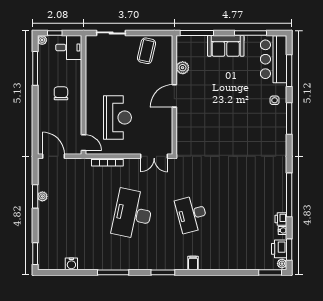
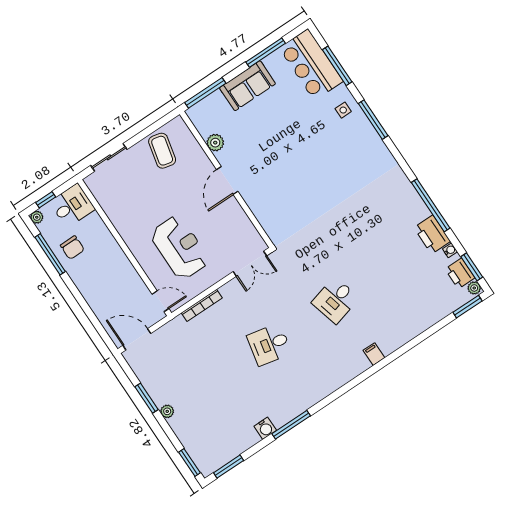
chair: (61, 93) -> (72, 248), moved, turned 180
plant: (42, 196) -> (167, 411), moved
desk: (133, 214) -> (269, 344), width x0.53, depth x0.77
desk: (191, 214) -> (335, 300), width x0.73
printer: (281, 219) -> (432, 234), width x1.87, depth x1.48
water cooler: (71, 264) -> (265, 428), moved
window: (163, 272) -> (229, 467), moved

